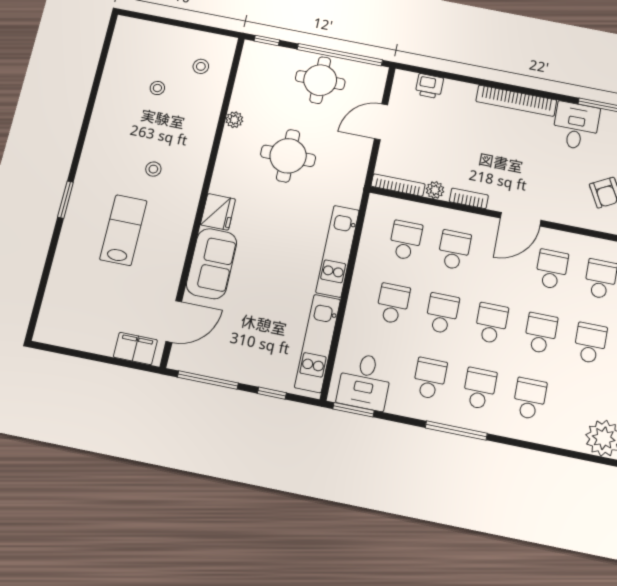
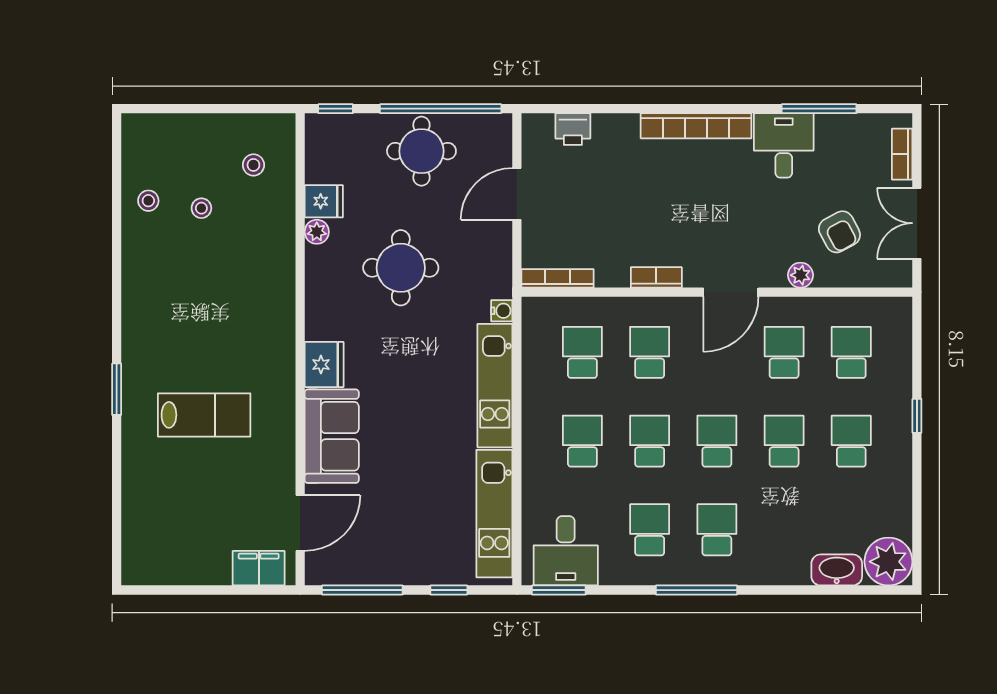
fridge: (244, 100) -> (324, 201), added
stool: (153, 169) -> (148, 201), moved
plant: (435, 190) -> (800, 275), moved
water cooler: (353, 200) -> (502, 311), added
lab bench: (123, 230) -> (204, 415), turned 90
school desk: (530, 399) -> (784, 530), removed
washbasin: (564, 437) -> (837, 570), added

